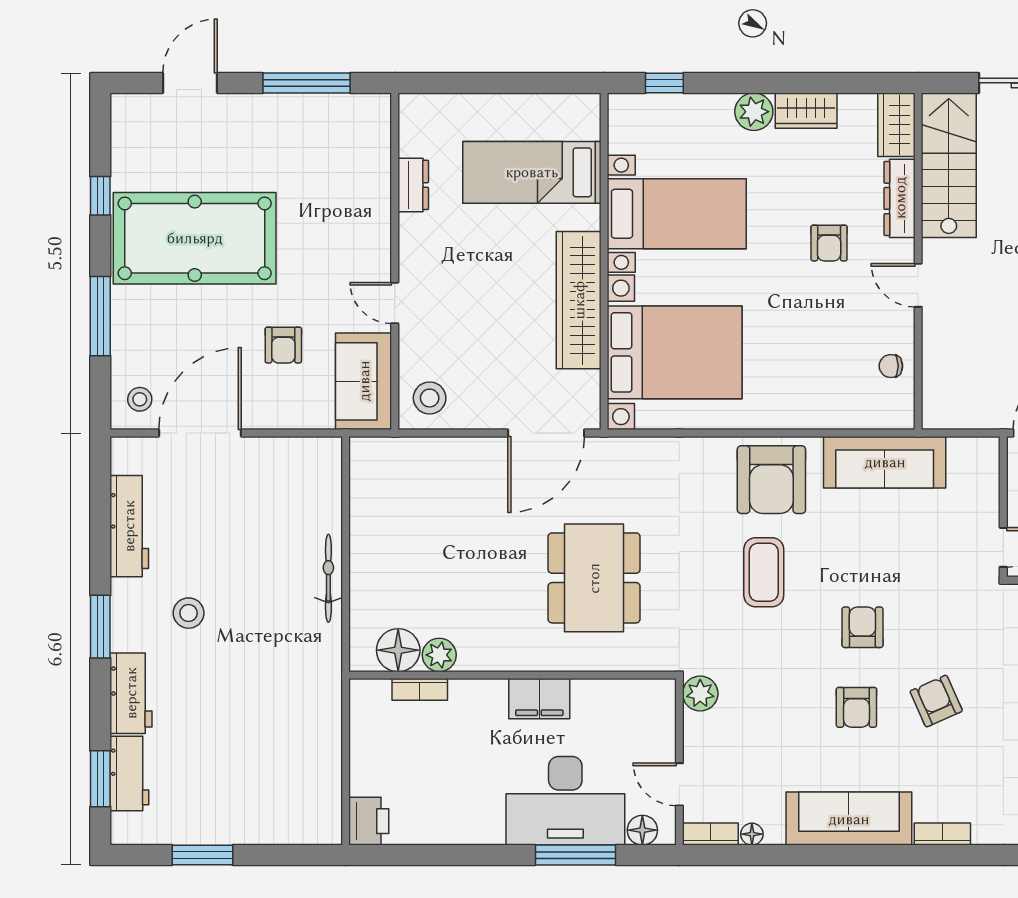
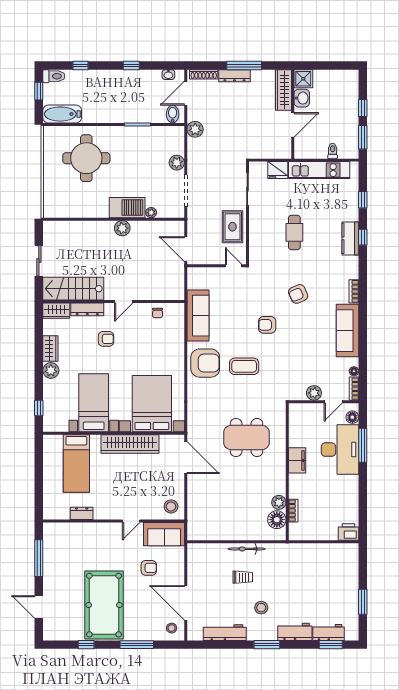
trolley: (261, 569) -> (243, 577), added
plant: (700, 694) -> (314, 393), moved
armchair: (856, 707) -> (301, 327), removed

